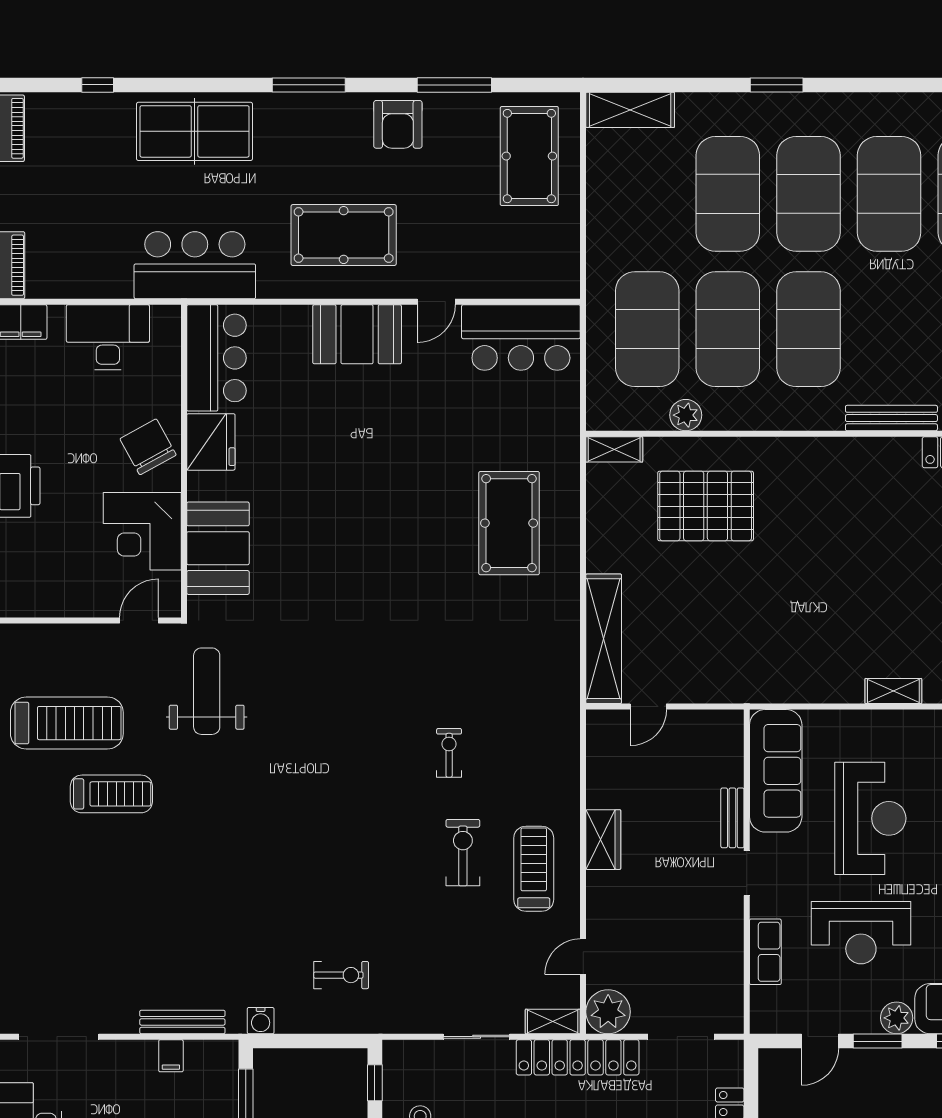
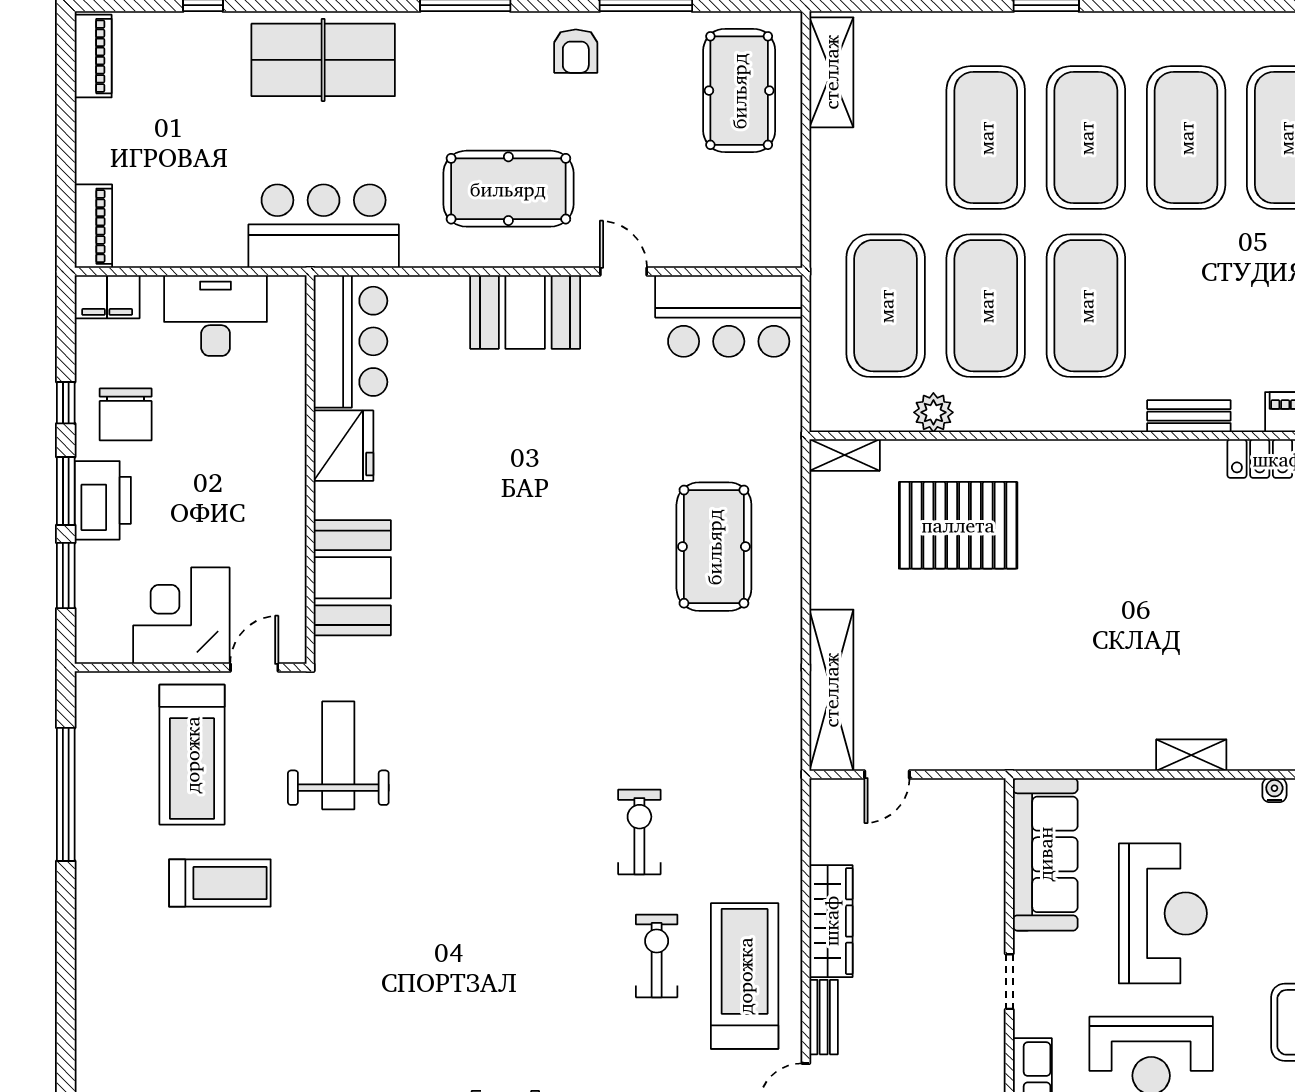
shelving: (630, 110) -> (831, 72), moved, turned 90
armchair: (398, 124) -> (576, 51), width x0.72, depth x0.72
door: (436, 302) -> (623, 272), swing flipped
bench: (891, 418) -> (1189, 416), width x0.73
chair: (148, 447) -> (126, 414), moved, turned -151
corner desk: (142, 531) -> (181, 616), moved, turned 90
treadmill: (67, 723) -> (192, 755), moved, turned 90
exercise bike: (449, 753) -> (639, 832), width x1.38, depth x1.39
bench: (732, 818) -> (824, 1017), moved
wardrobe: (603, 840) -> (831, 921), width x1.50
treadmill: (534, 869) -> (745, 976), width x1.37, depth x1.38

